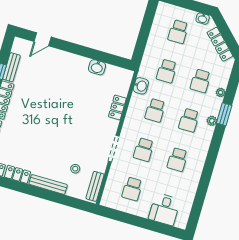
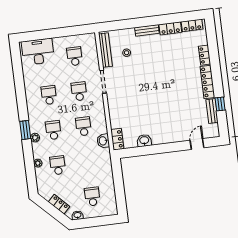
locker: (220, 44) -> (59, 204), width x0.66
school desk: (167, 71) -> (88, 161), removed
locker: (117, 107) -> (117, 139), moved
window: (224, 114) -> (25, 130), moved
bench: (48, 184) -> (147, 30), width x0.73
bench: (95, 186) -> (105, 50), width x1.36
desk: (164, 209) -> (38, 52), width x1.37

